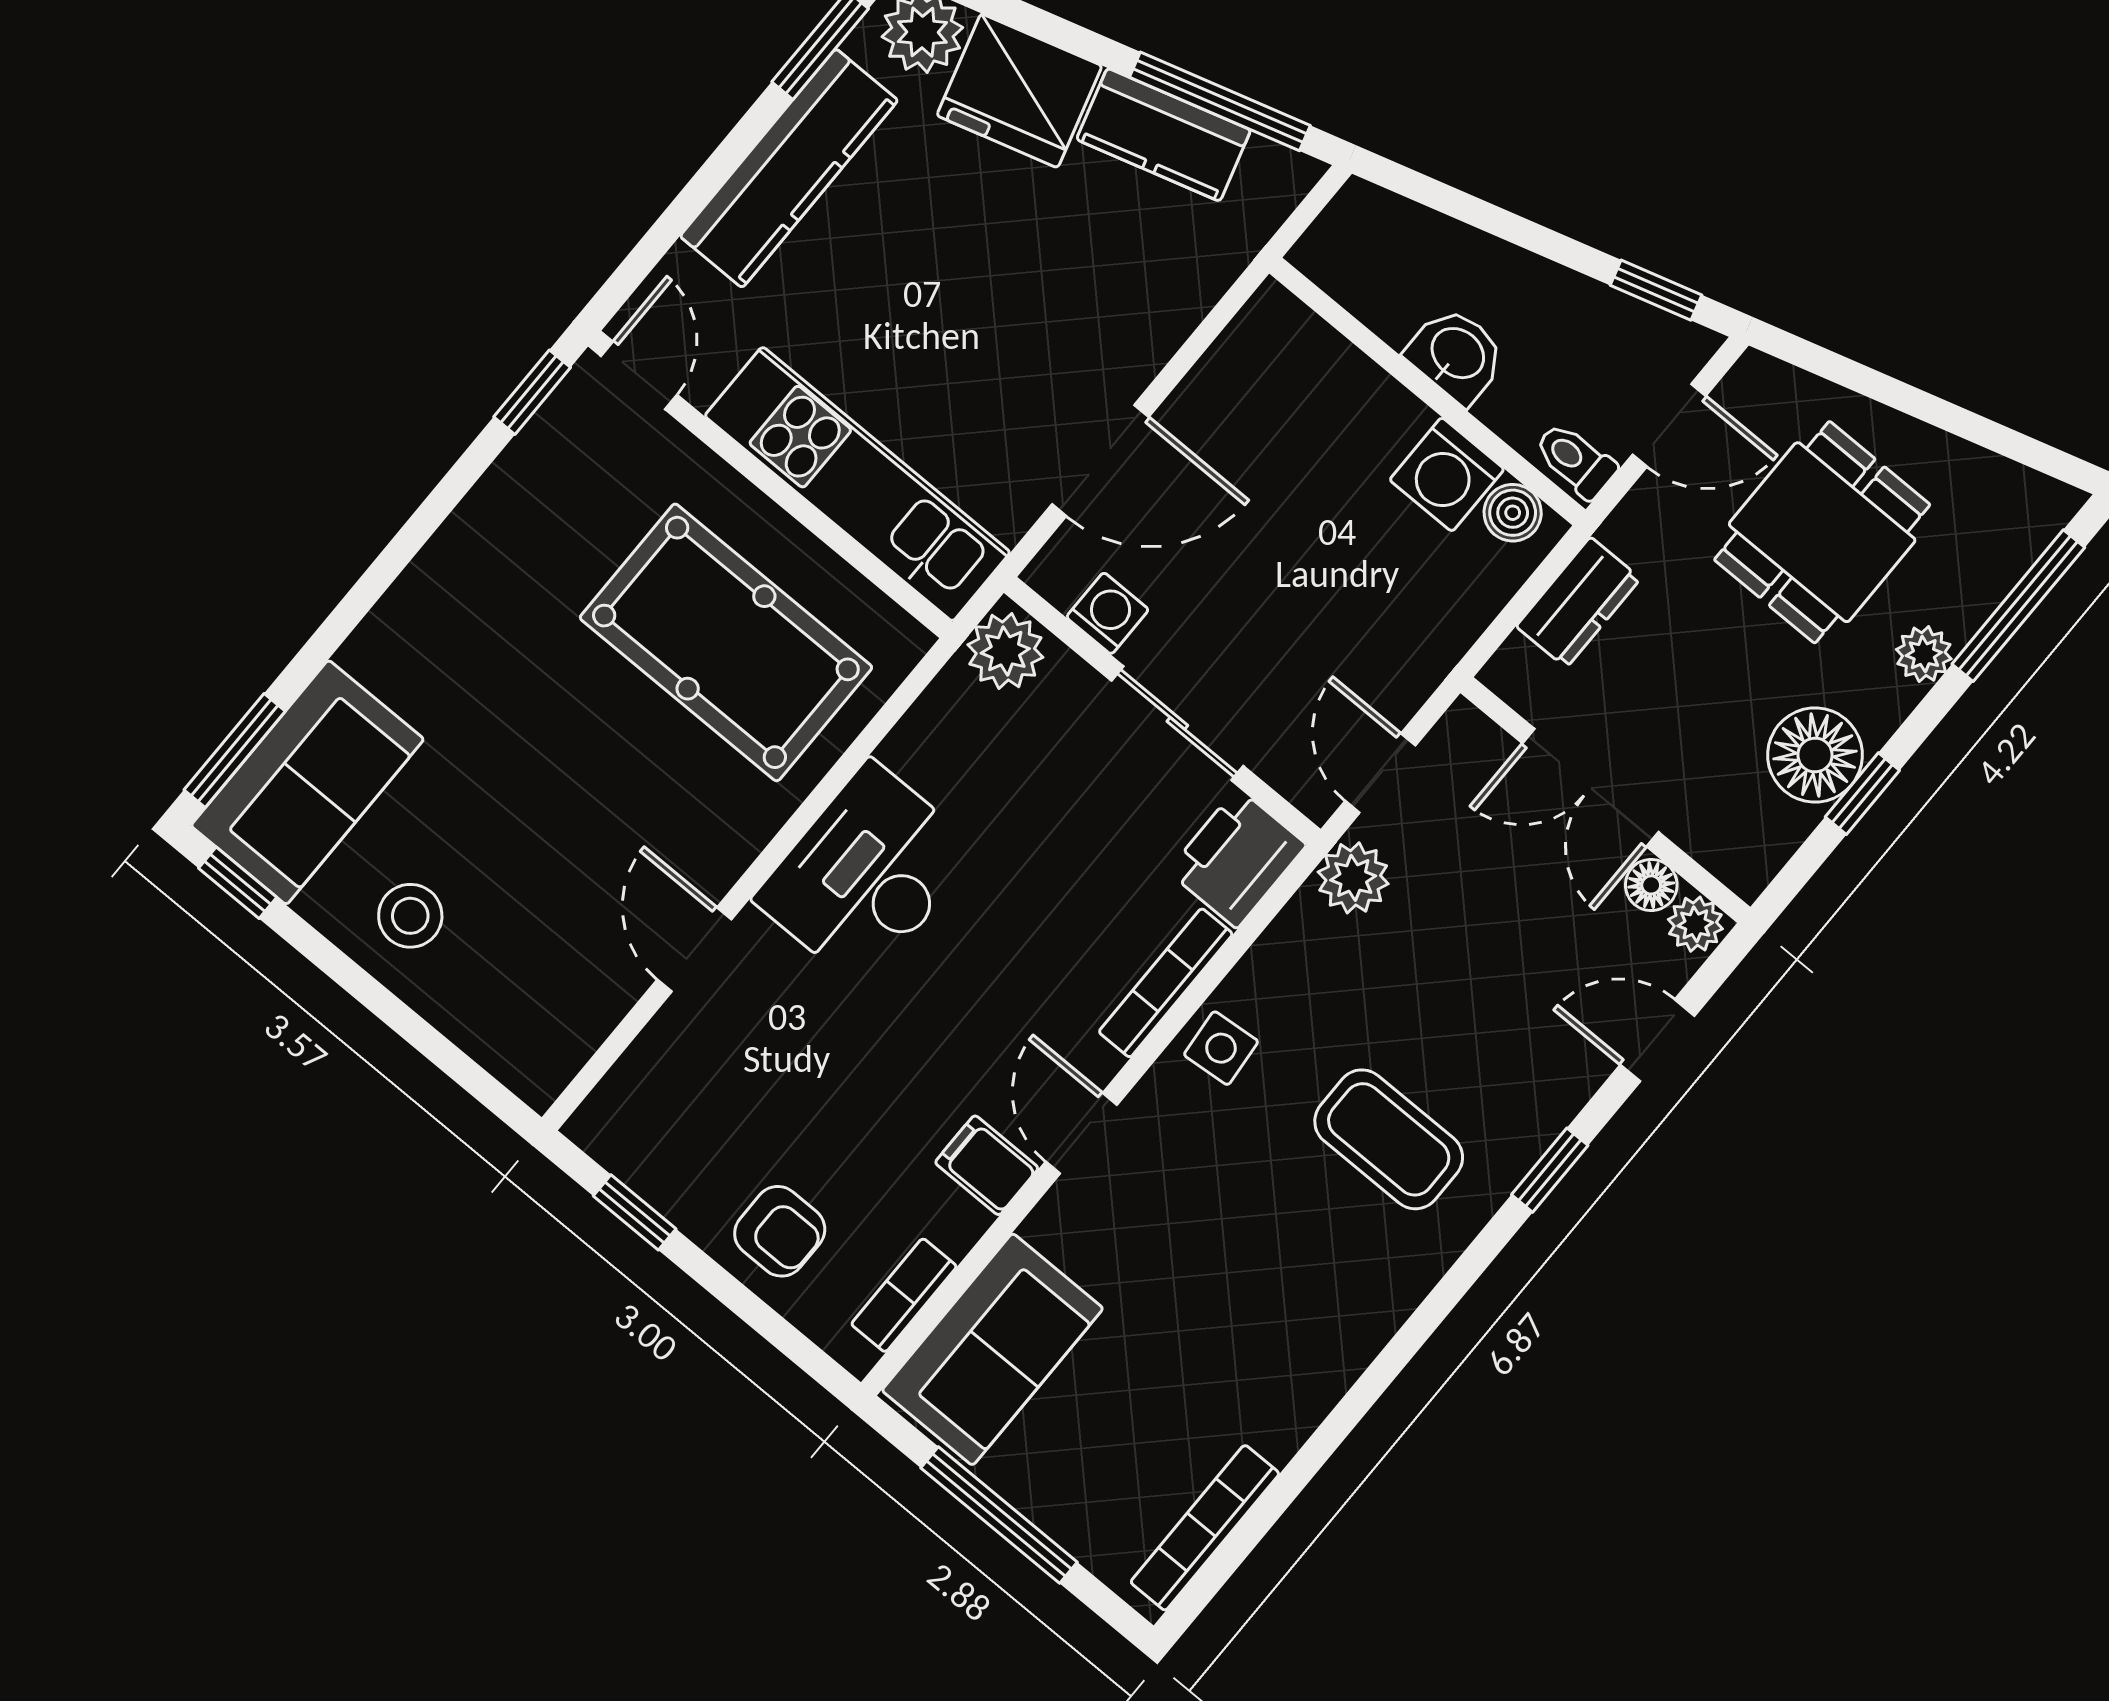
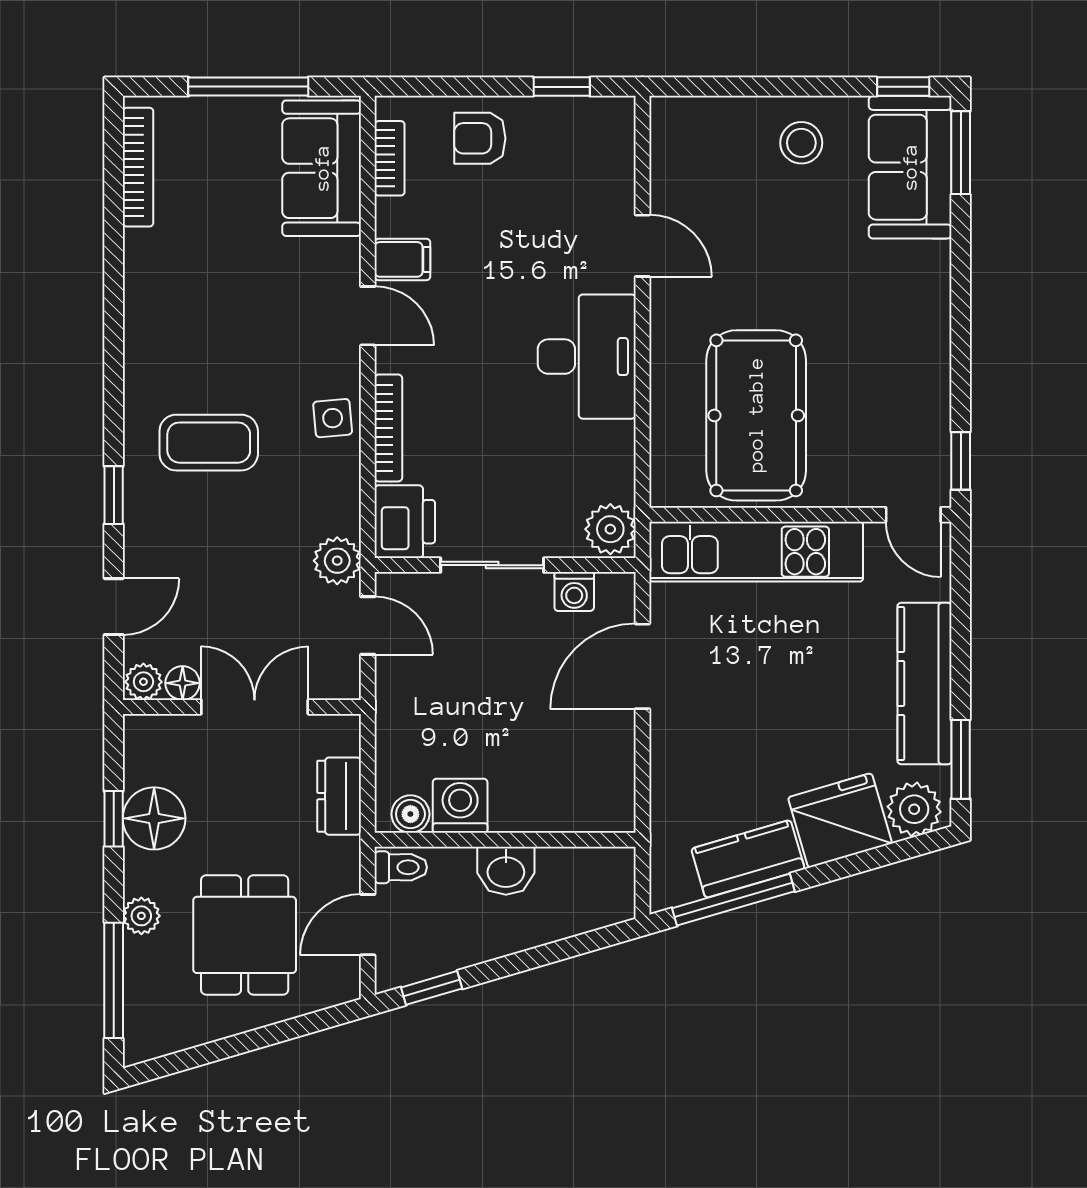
pool table: (726, 642) -> (756, 415), turned 90

